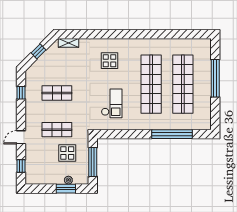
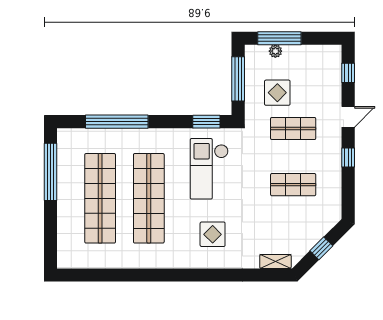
window: (215, 78) -> (50, 172), moved
window: (21, 93) -> (348, 158), moved
checkout: (112, 103) -> (209, 169), width x1.36, depth x1.21
window: (113, 134) -> (206, 122), added
window: (66, 189) -> (279, 38), width x1.44

